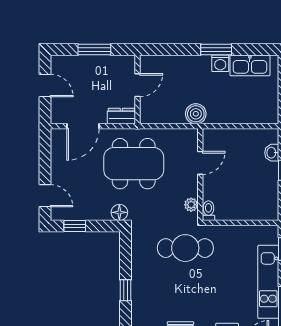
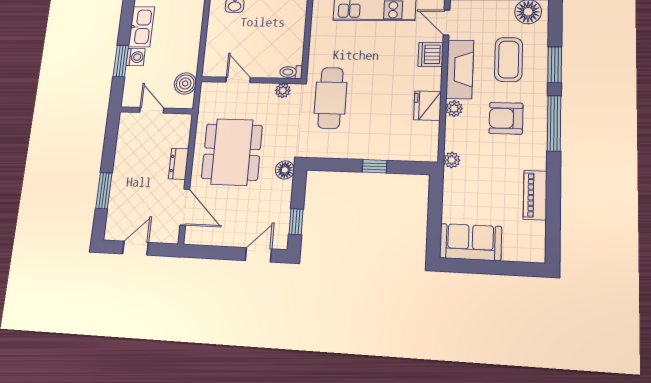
door: (138, 85) -> (152, 110), moved
wall: (138, 89) -> (156, 110), moved

